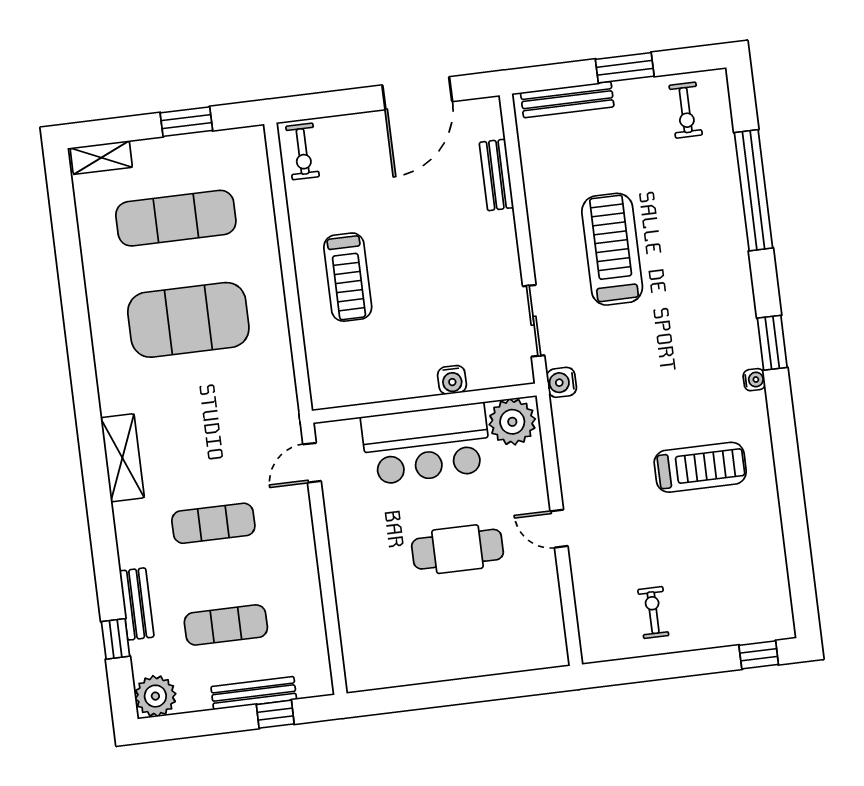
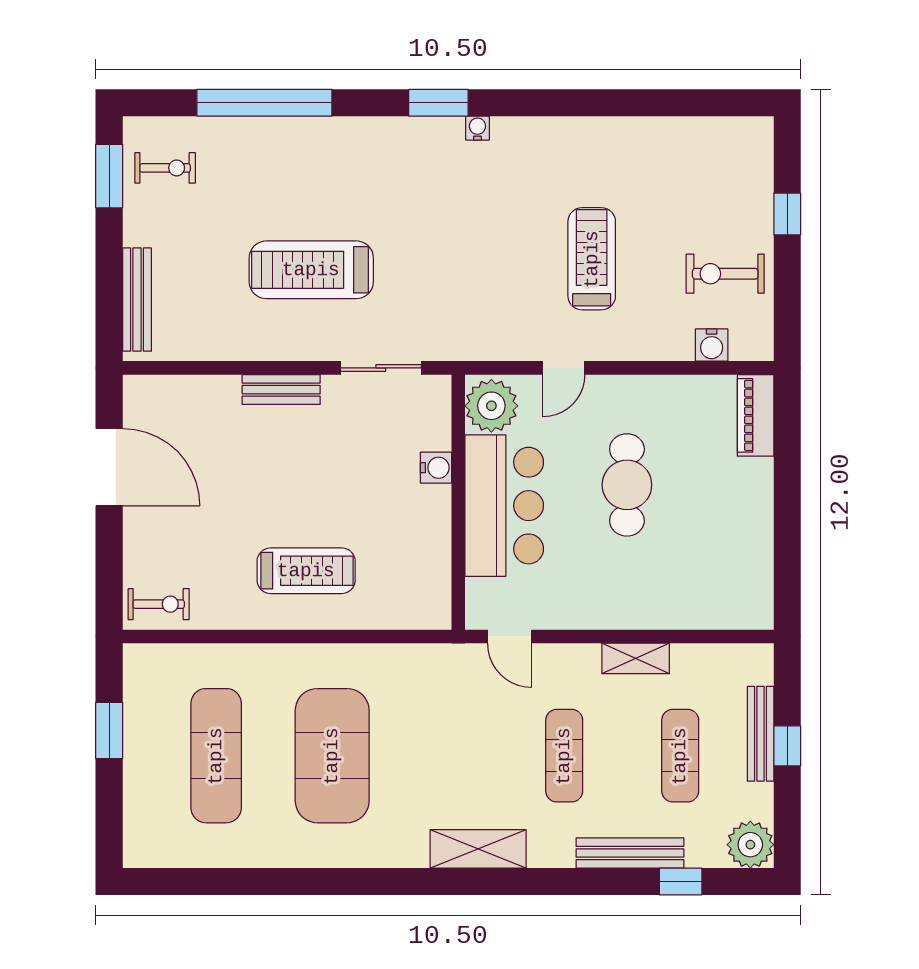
window: (625, 68) -> (109, 176), moved
shelving: (101, 158) -> (636, 658), moved, turned 90
bench: (496, 175) -> (281, 390), moved
water cooler: (561, 382) -> (712, 345), moved
treadmill: (700, 467) -> (592, 259), moved
door: (559, 529) -> (564, 368), moved
bench: (137, 604) -> (630, 853), width x1.36
exercise bike: (653, 613) -> (725, 274), width x1.38, depth x1.39
piano: (532, 654) -> (756, 415), added
window: (759, 655) -> (787, 214), moved
window: (275, 714) -> (787, 746), moved

